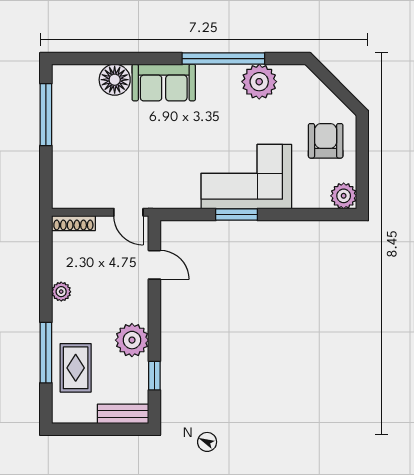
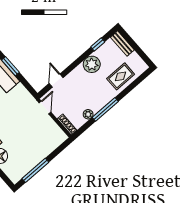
plant: (61, 292) -> (88, 114), moved
window: (46, 353) -> (105, 109), moved

